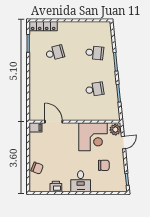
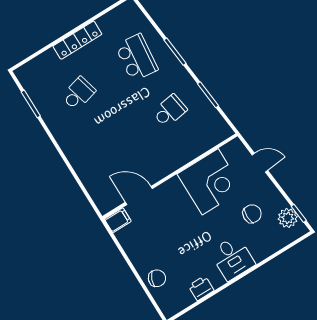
locker: (43, 26) -> (77, 40), moved
school desk: (95, 53) -> (137, 58), width x1.85
plant: (115, 130) -> (288, 218), moved
door: (123, 143) -> (260, 163), hinge flipped

